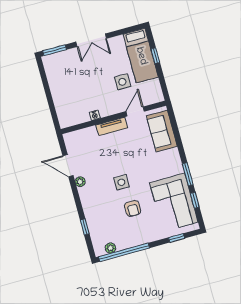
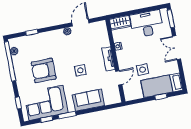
desk: (63, 81) -> (147, 24), added
door: (135, 111) -> (119, 78), hinge flipped
wardrobe: (64, 115) -> (120, 23), added
sofa: (162, 131) -> (88, 100), moved
side table: (121, 182) -> (80, 70), moved
armchair: (133, 208) -> (44, 70), width x1.88, depth x1.88

